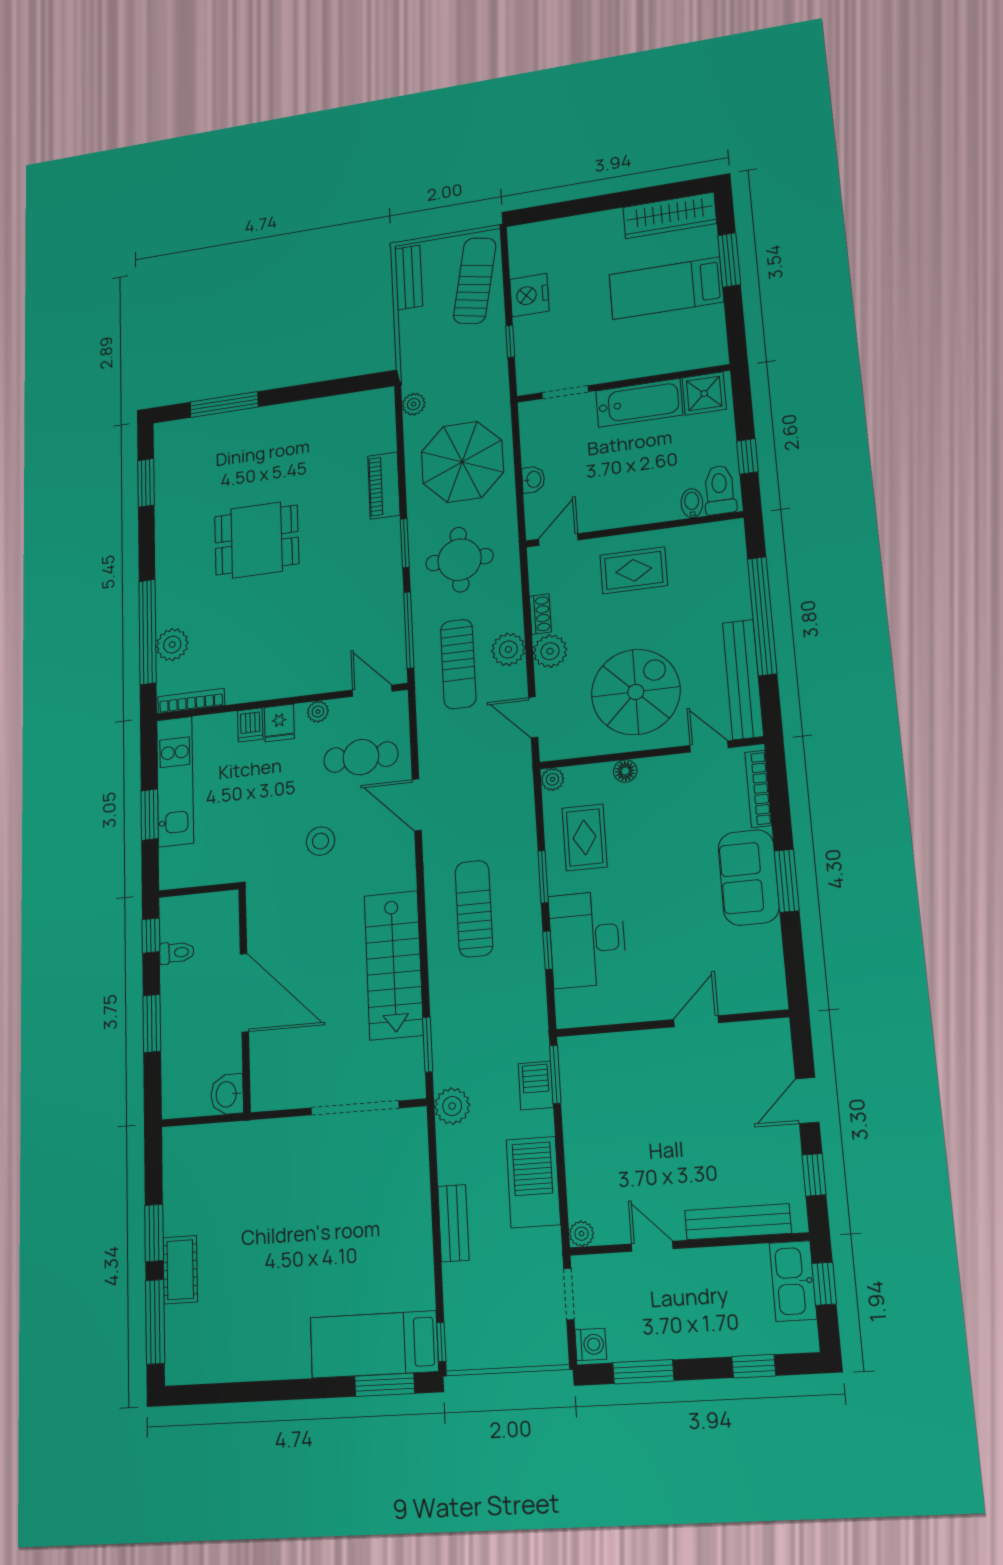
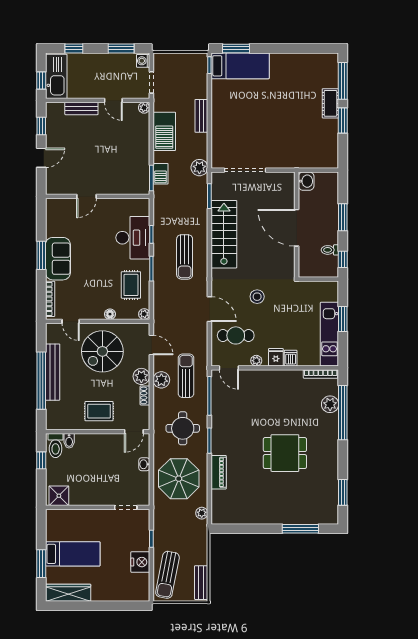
bathtub: (639, 403) -> (90, 496), removed
bench: (743, 679) -> (53, 372), moved
bench: (738, 1222) -> (81, 108), width x0.73
kitchen sink: (793, 1281) -> (56, 76), width x1.36, depth x1.24

